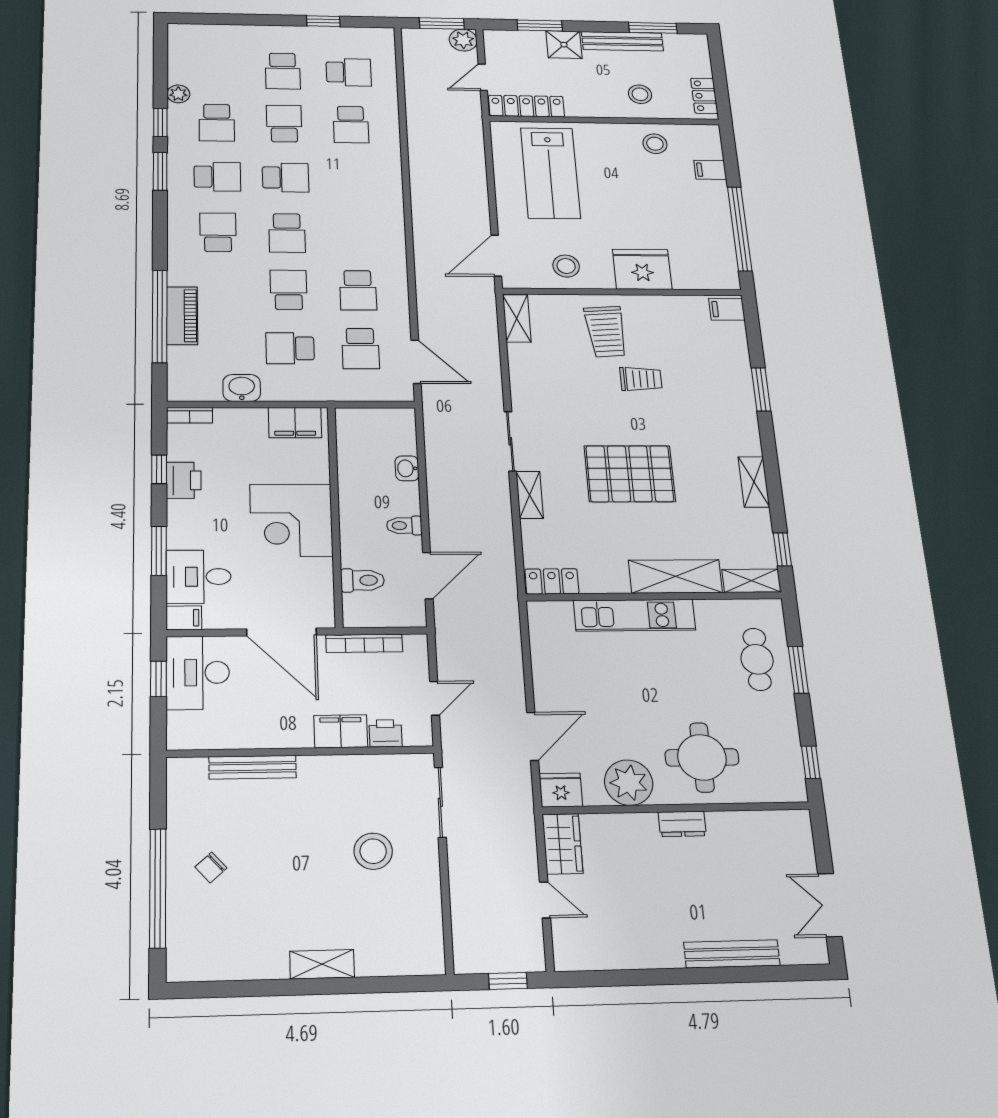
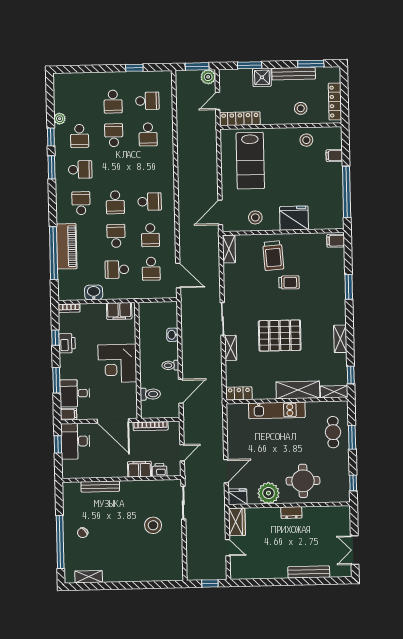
locker: (704, 96) -> (335, 102), width x1.53
school desk: (286, 178) -> (150, 202), moved
piano: (182, 316) -> (67, 246), width x1.37, depth x1.33
shelving: (322, 964) -> (89, 577), moved

